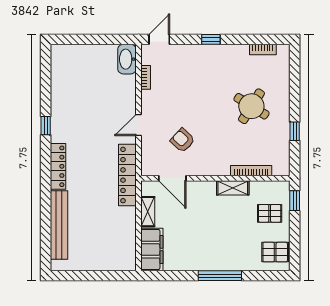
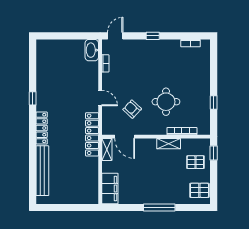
round table: (251, 106) -> (166, 102), moved, turned -32
door: (138, 125) -> (100, 98), swing flipped
shelving: (148, 212) -> (107, 149), moved

